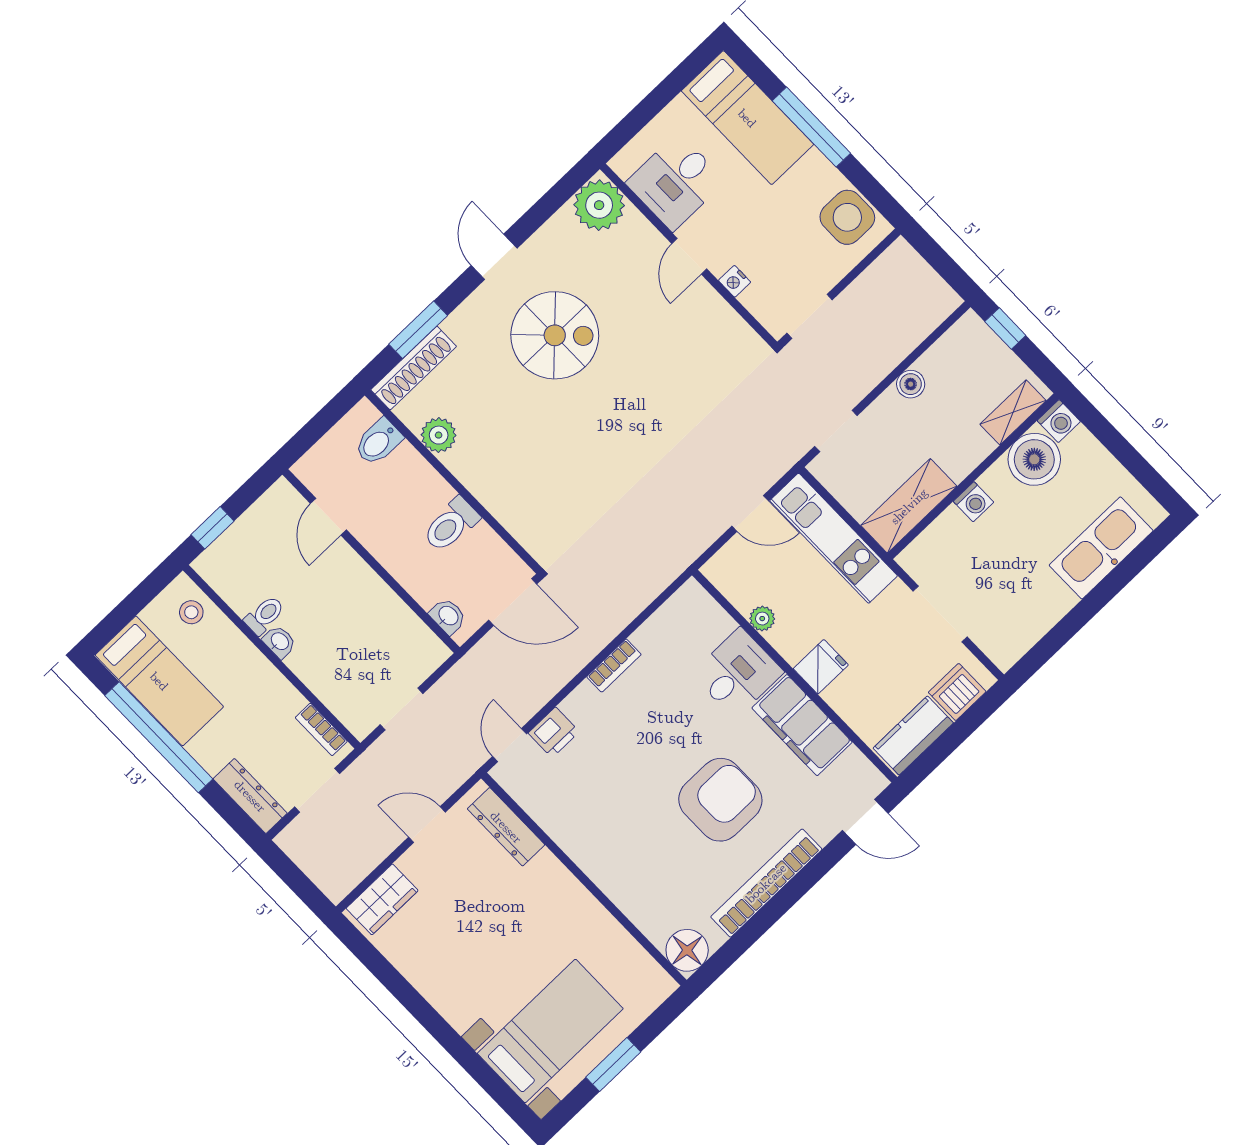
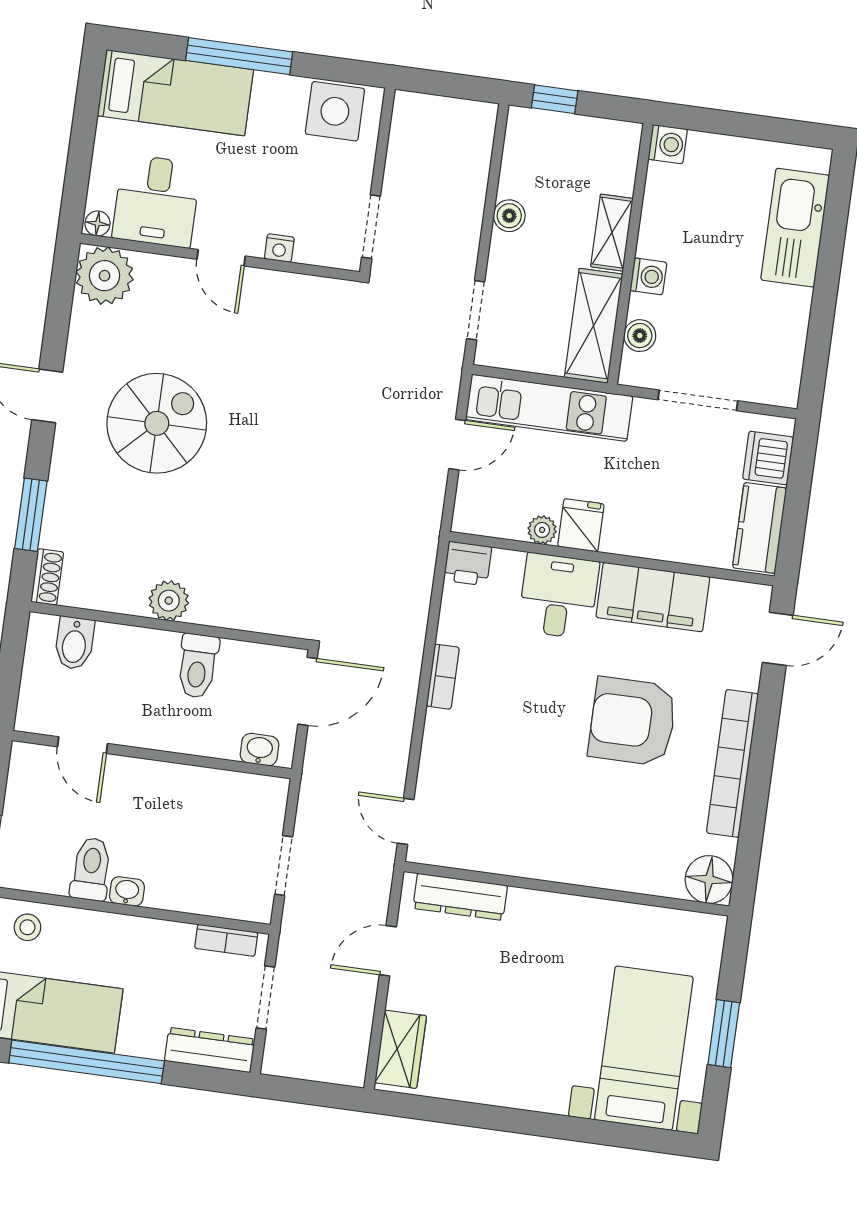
floor lamp: (623, 165) -> (97, 223), added
shoe rack: (414, 368) -> (47, 577), width x0.51, depth x0.81
shelving: (1013, 412) -> (612, 233), moved
plant: (439, 435) -> (169, 601), moved
boiler: (1034, 459) -> (640, 336), moved, width x0.54, depth x0.54
toilet: (264, 615) -> (91, 869), width x1.37, depth x1.39
fridge: (821, 667) -> (581, 525), moved
printer: (554, 732) -> (468, 564), moved, turned 90
armchair: (720, 800) -> (633, 721), turned -90

